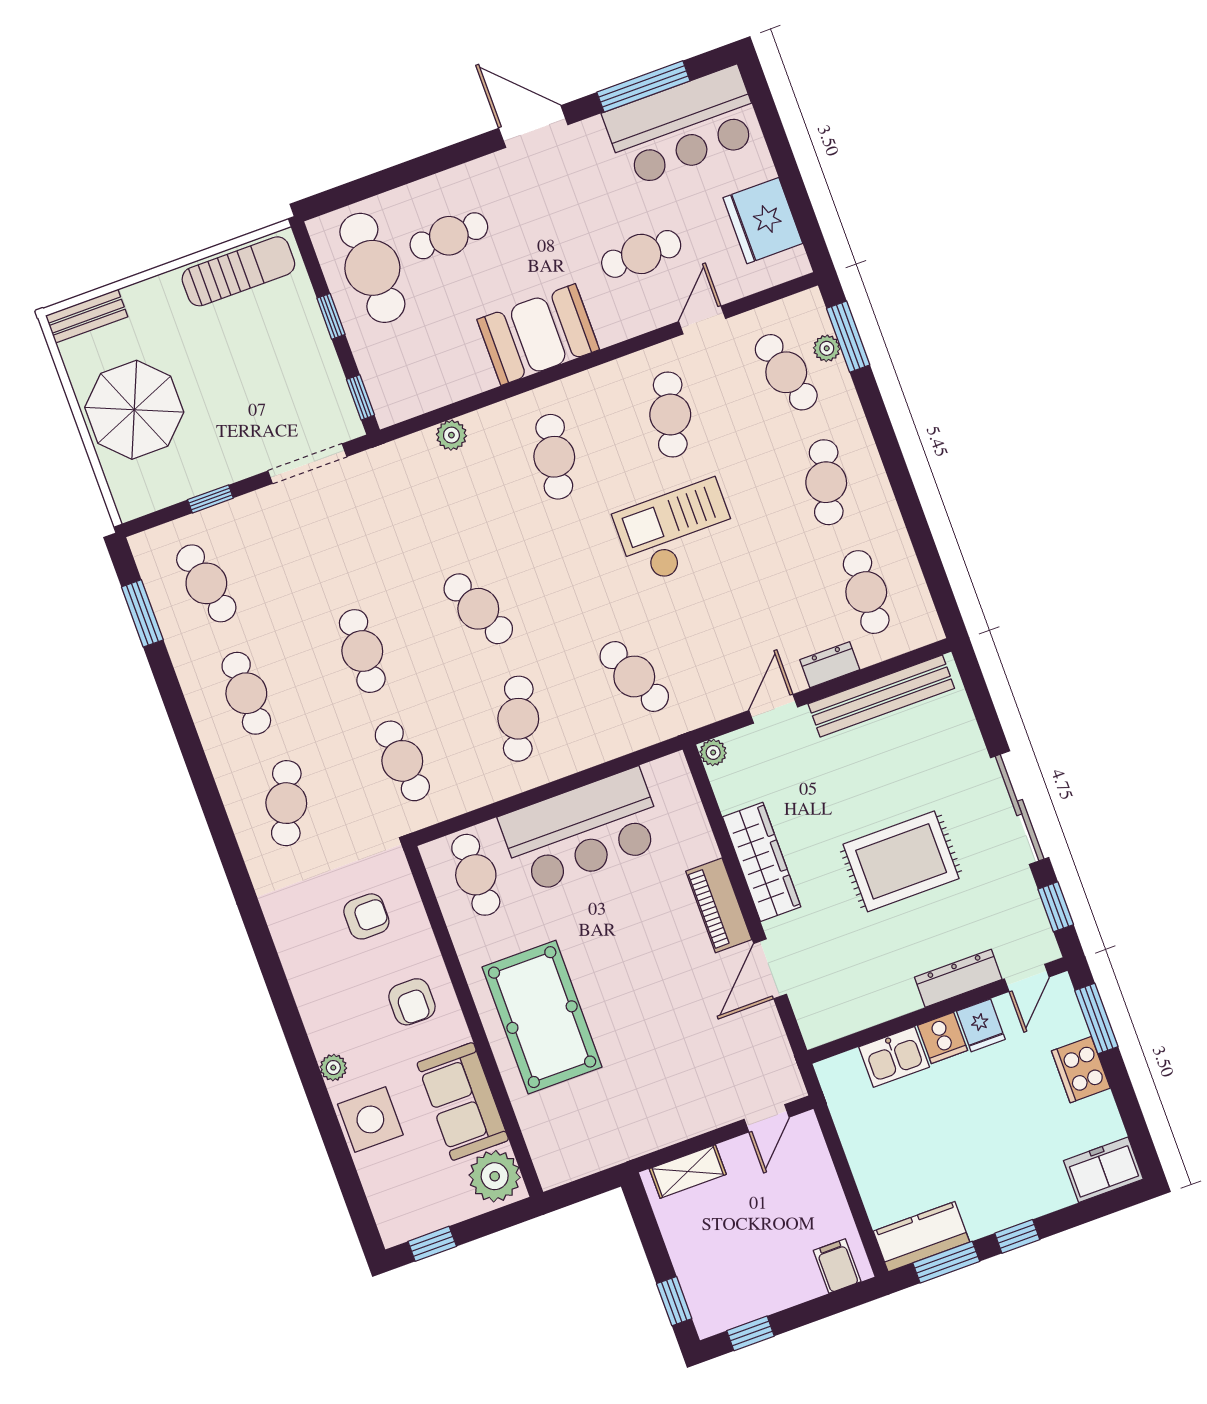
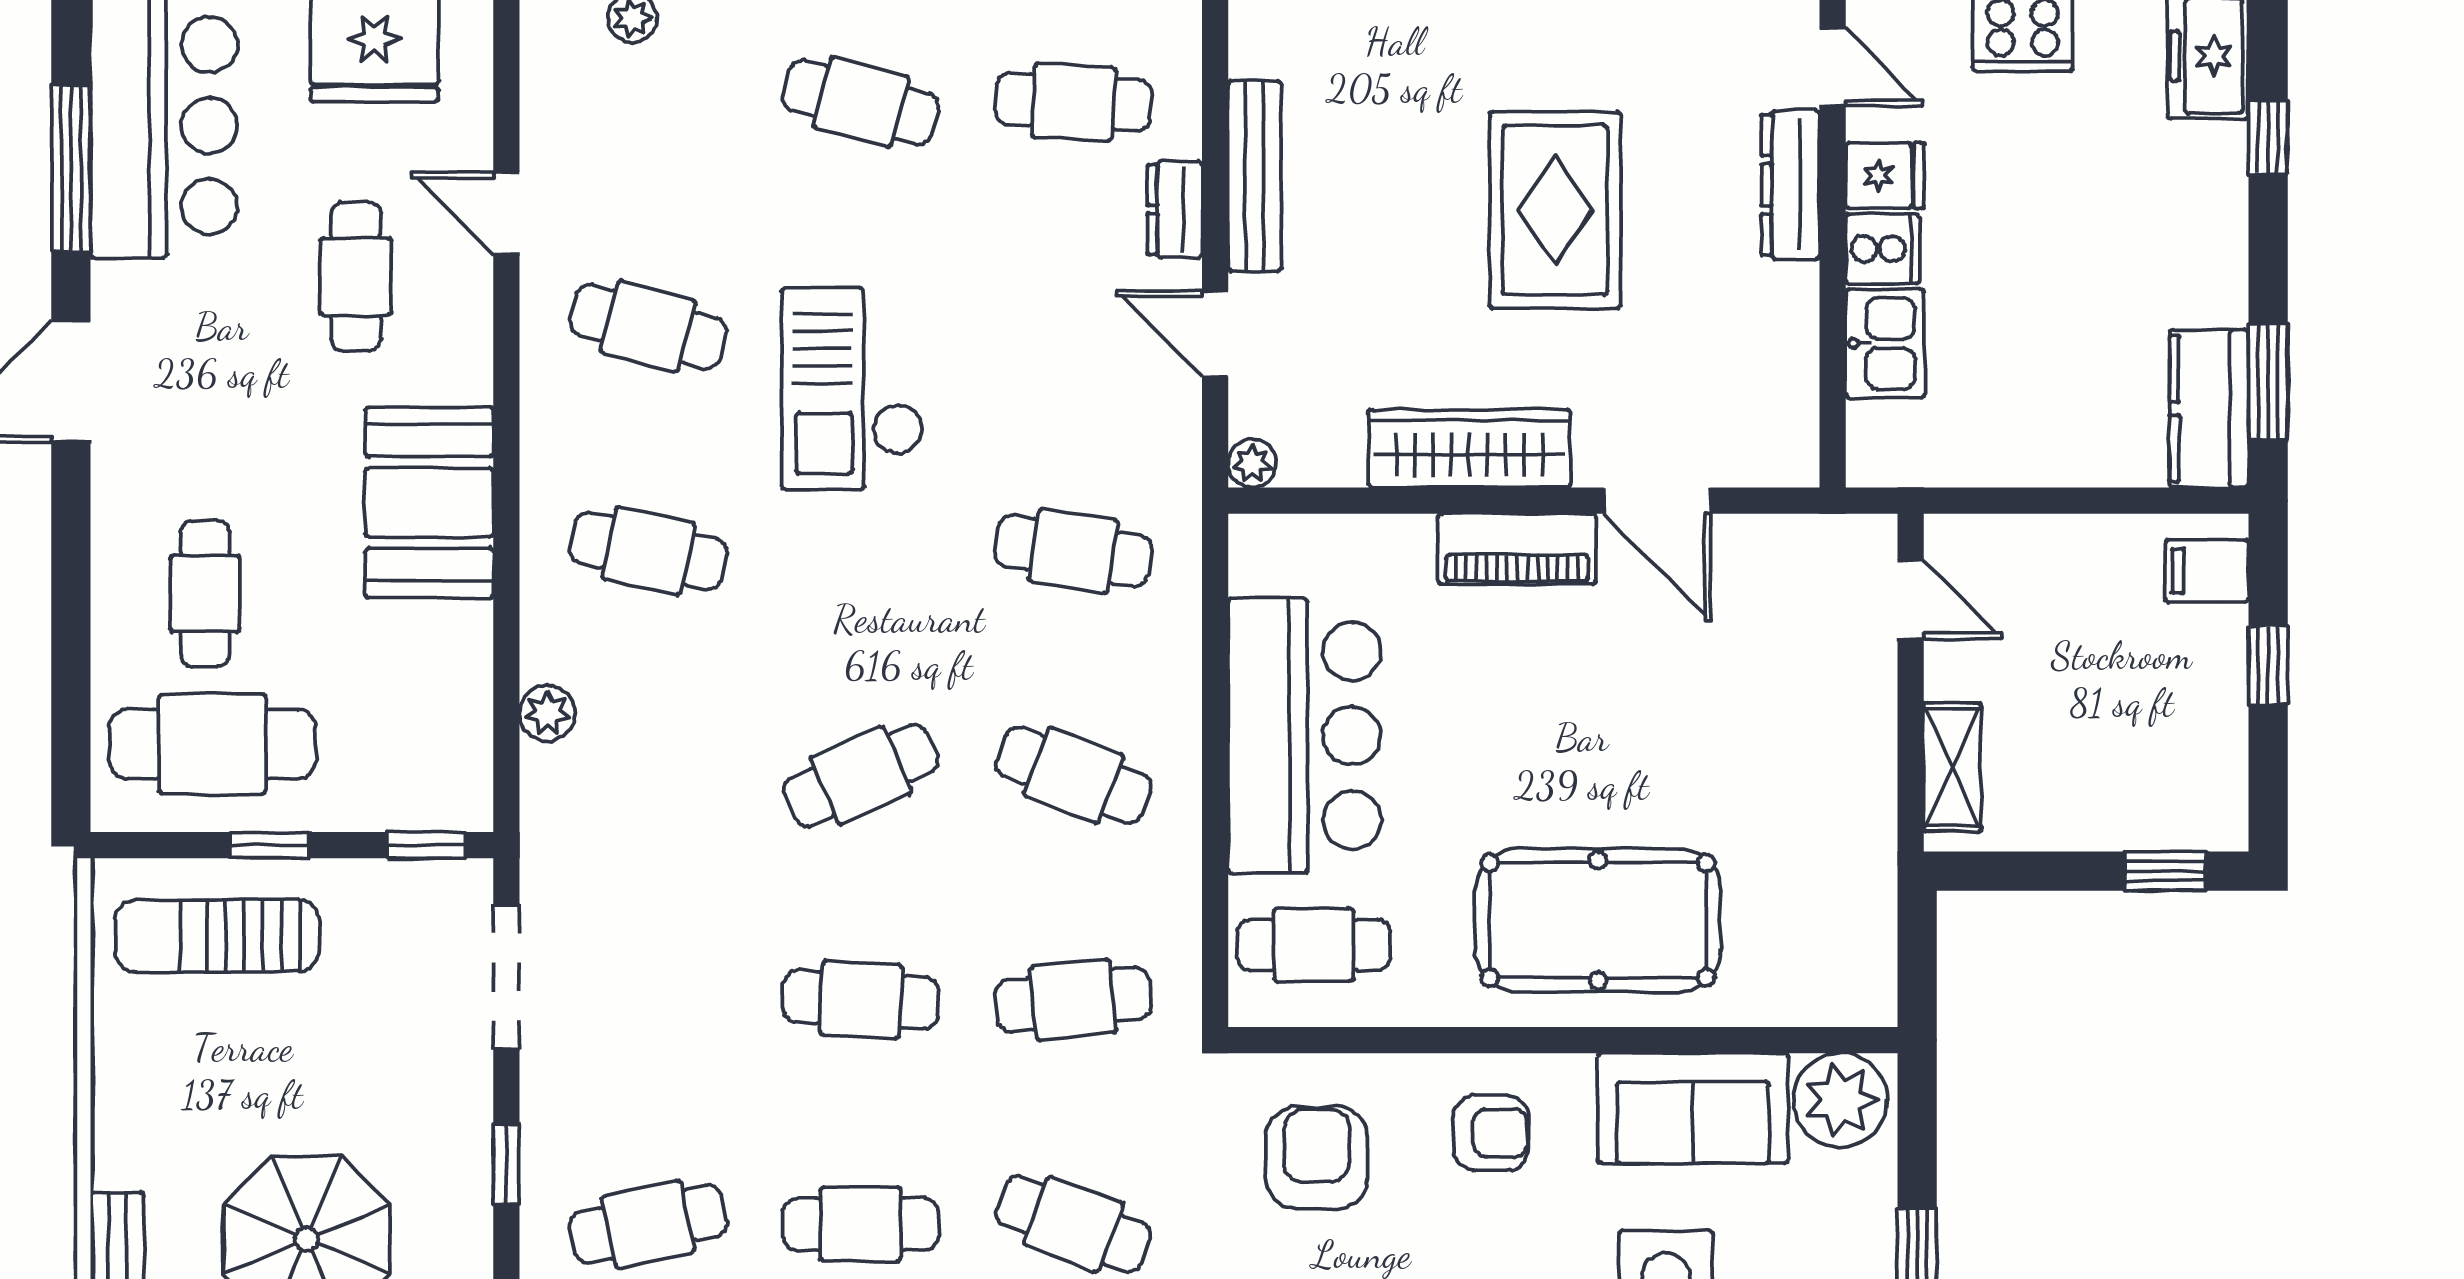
sun lounger: (238, 271) -> (217, 936), moved, turned -90
cafe table: (786, 372) -> (648, 102), removed
cafe table: (634, 676) -> (1073, 551), turned 33
bench: (881, 696) -> (1255, 176), width x0.73, depth x0.82
armchair: (366, 916) -> (1317, 1158), width x1.38, depth x1.38
window: (1017, 1236) -> (2268, 137), moved
window: (750, 1333) -> (2268, 665), moved

